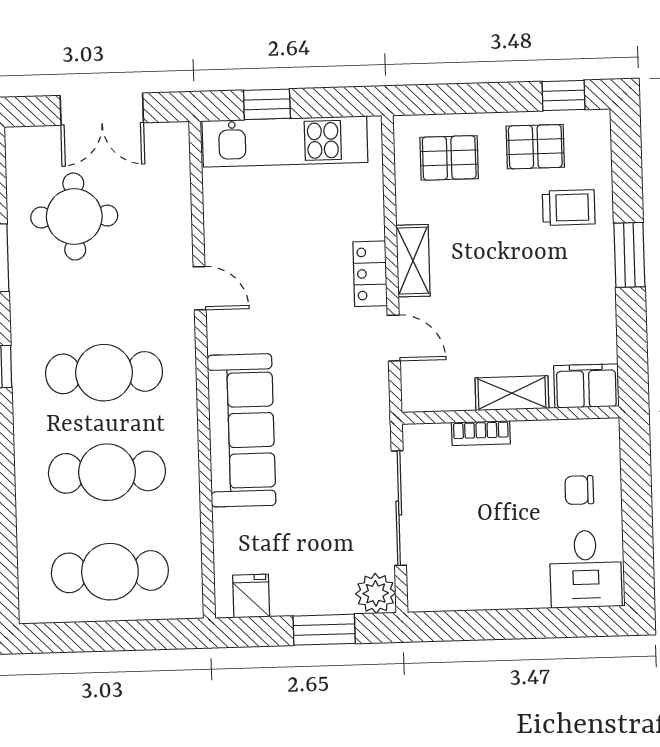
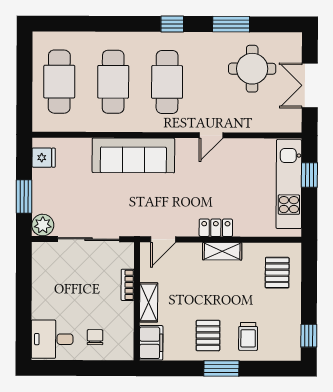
pallet: (535, 147) -> (208, 336), moved
door: (394, 338) -> (163, 239), moved

